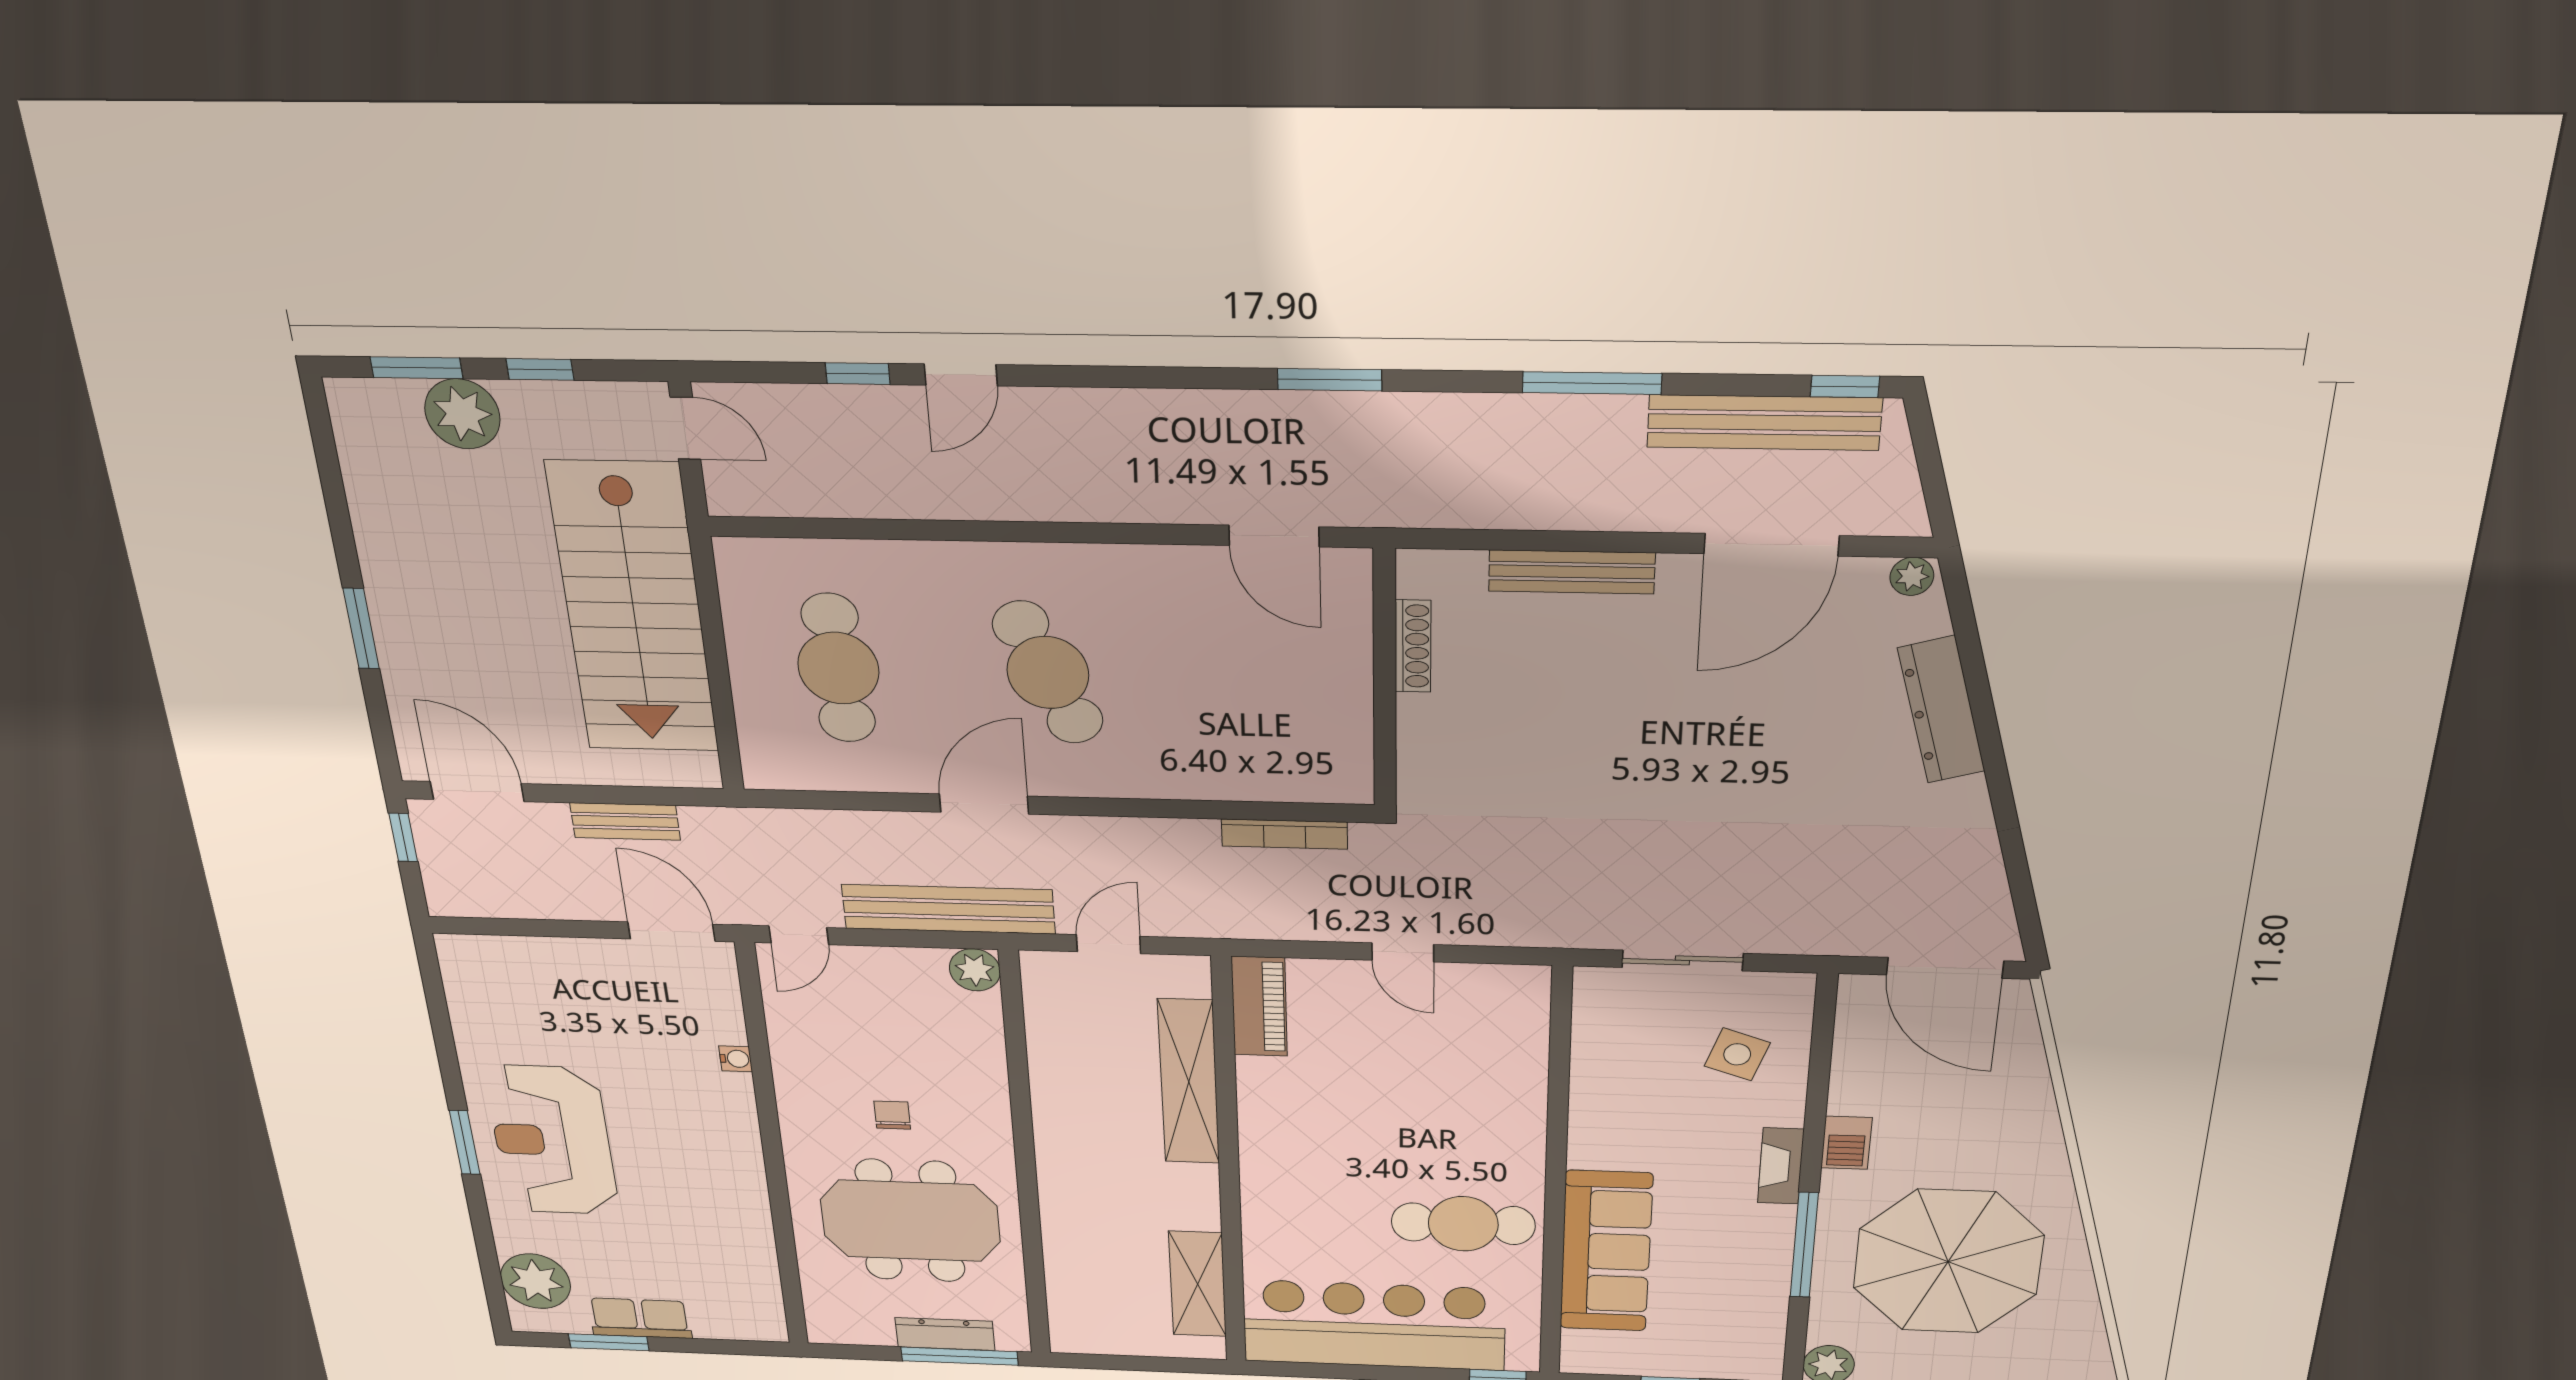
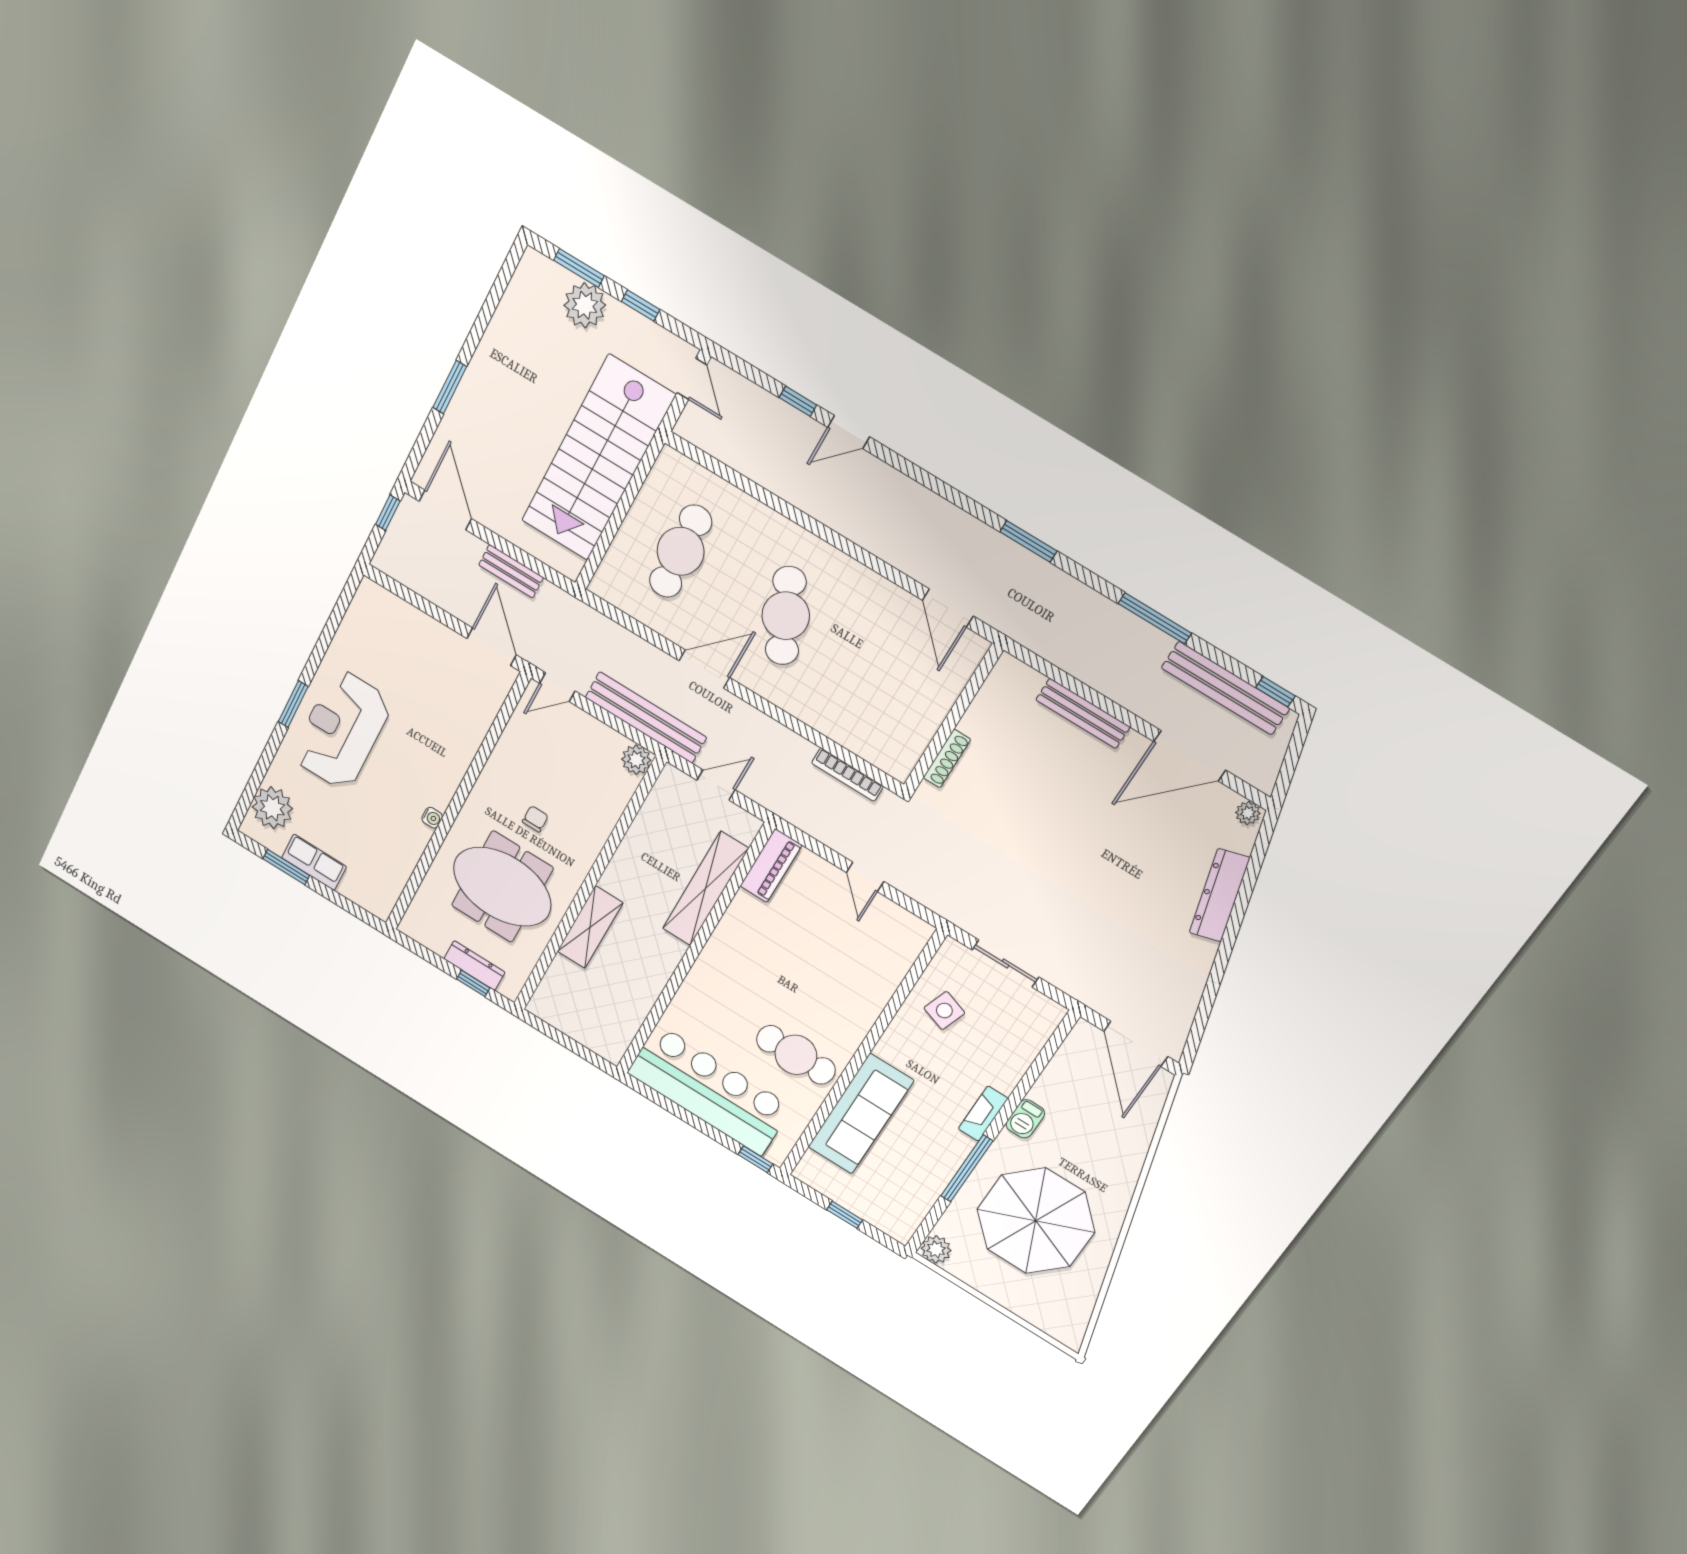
shoe rack: (1413, 646) -> (947, 759), moved
side table: (1737, 1054) -> (944, 1011), moved
water cooler: (736, 1059) -> (432, 818), moved
shelving: (1198, 1284) -> (590, 927), moved
window: (960, 1356) -> (473, 983), width x0.46

